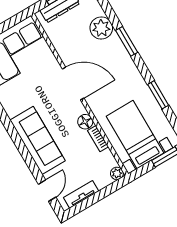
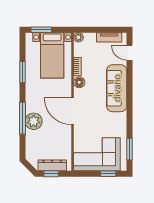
plant: (101, 28) -> (34, 121), moved
window: (127, 41) -> (22, 118), width x1.44
door: (47, 191) -> (130, 53), hinge flipped

